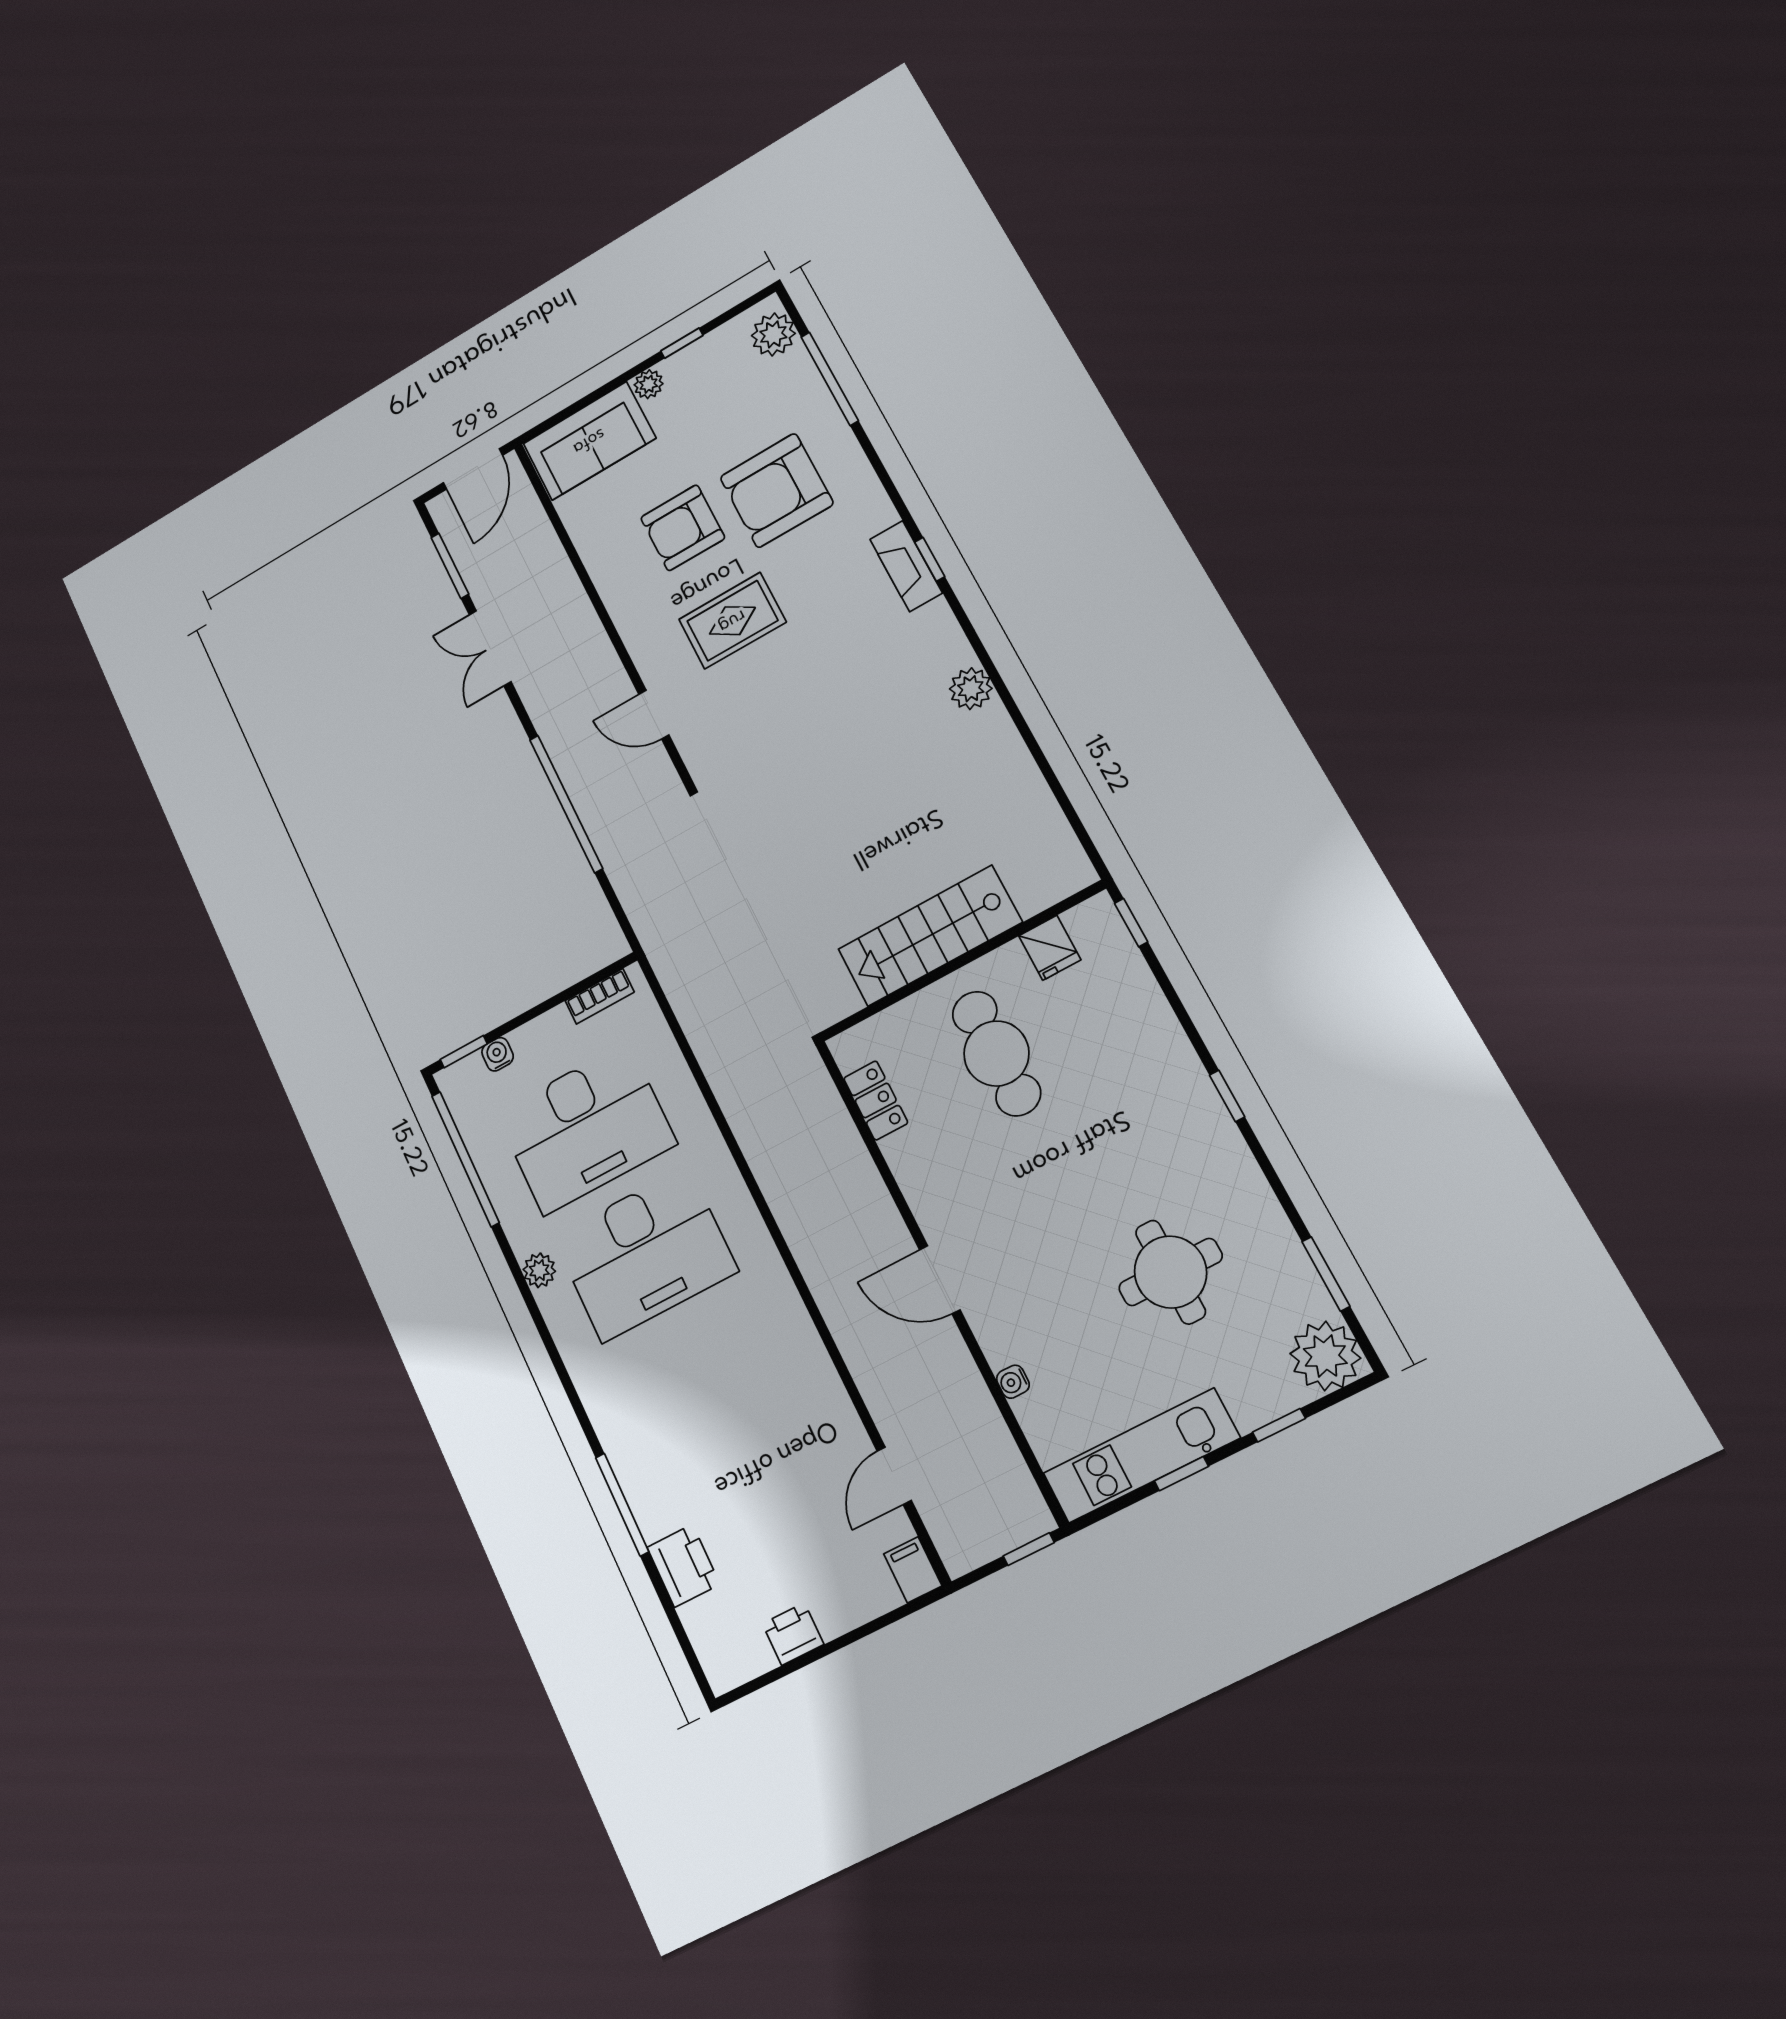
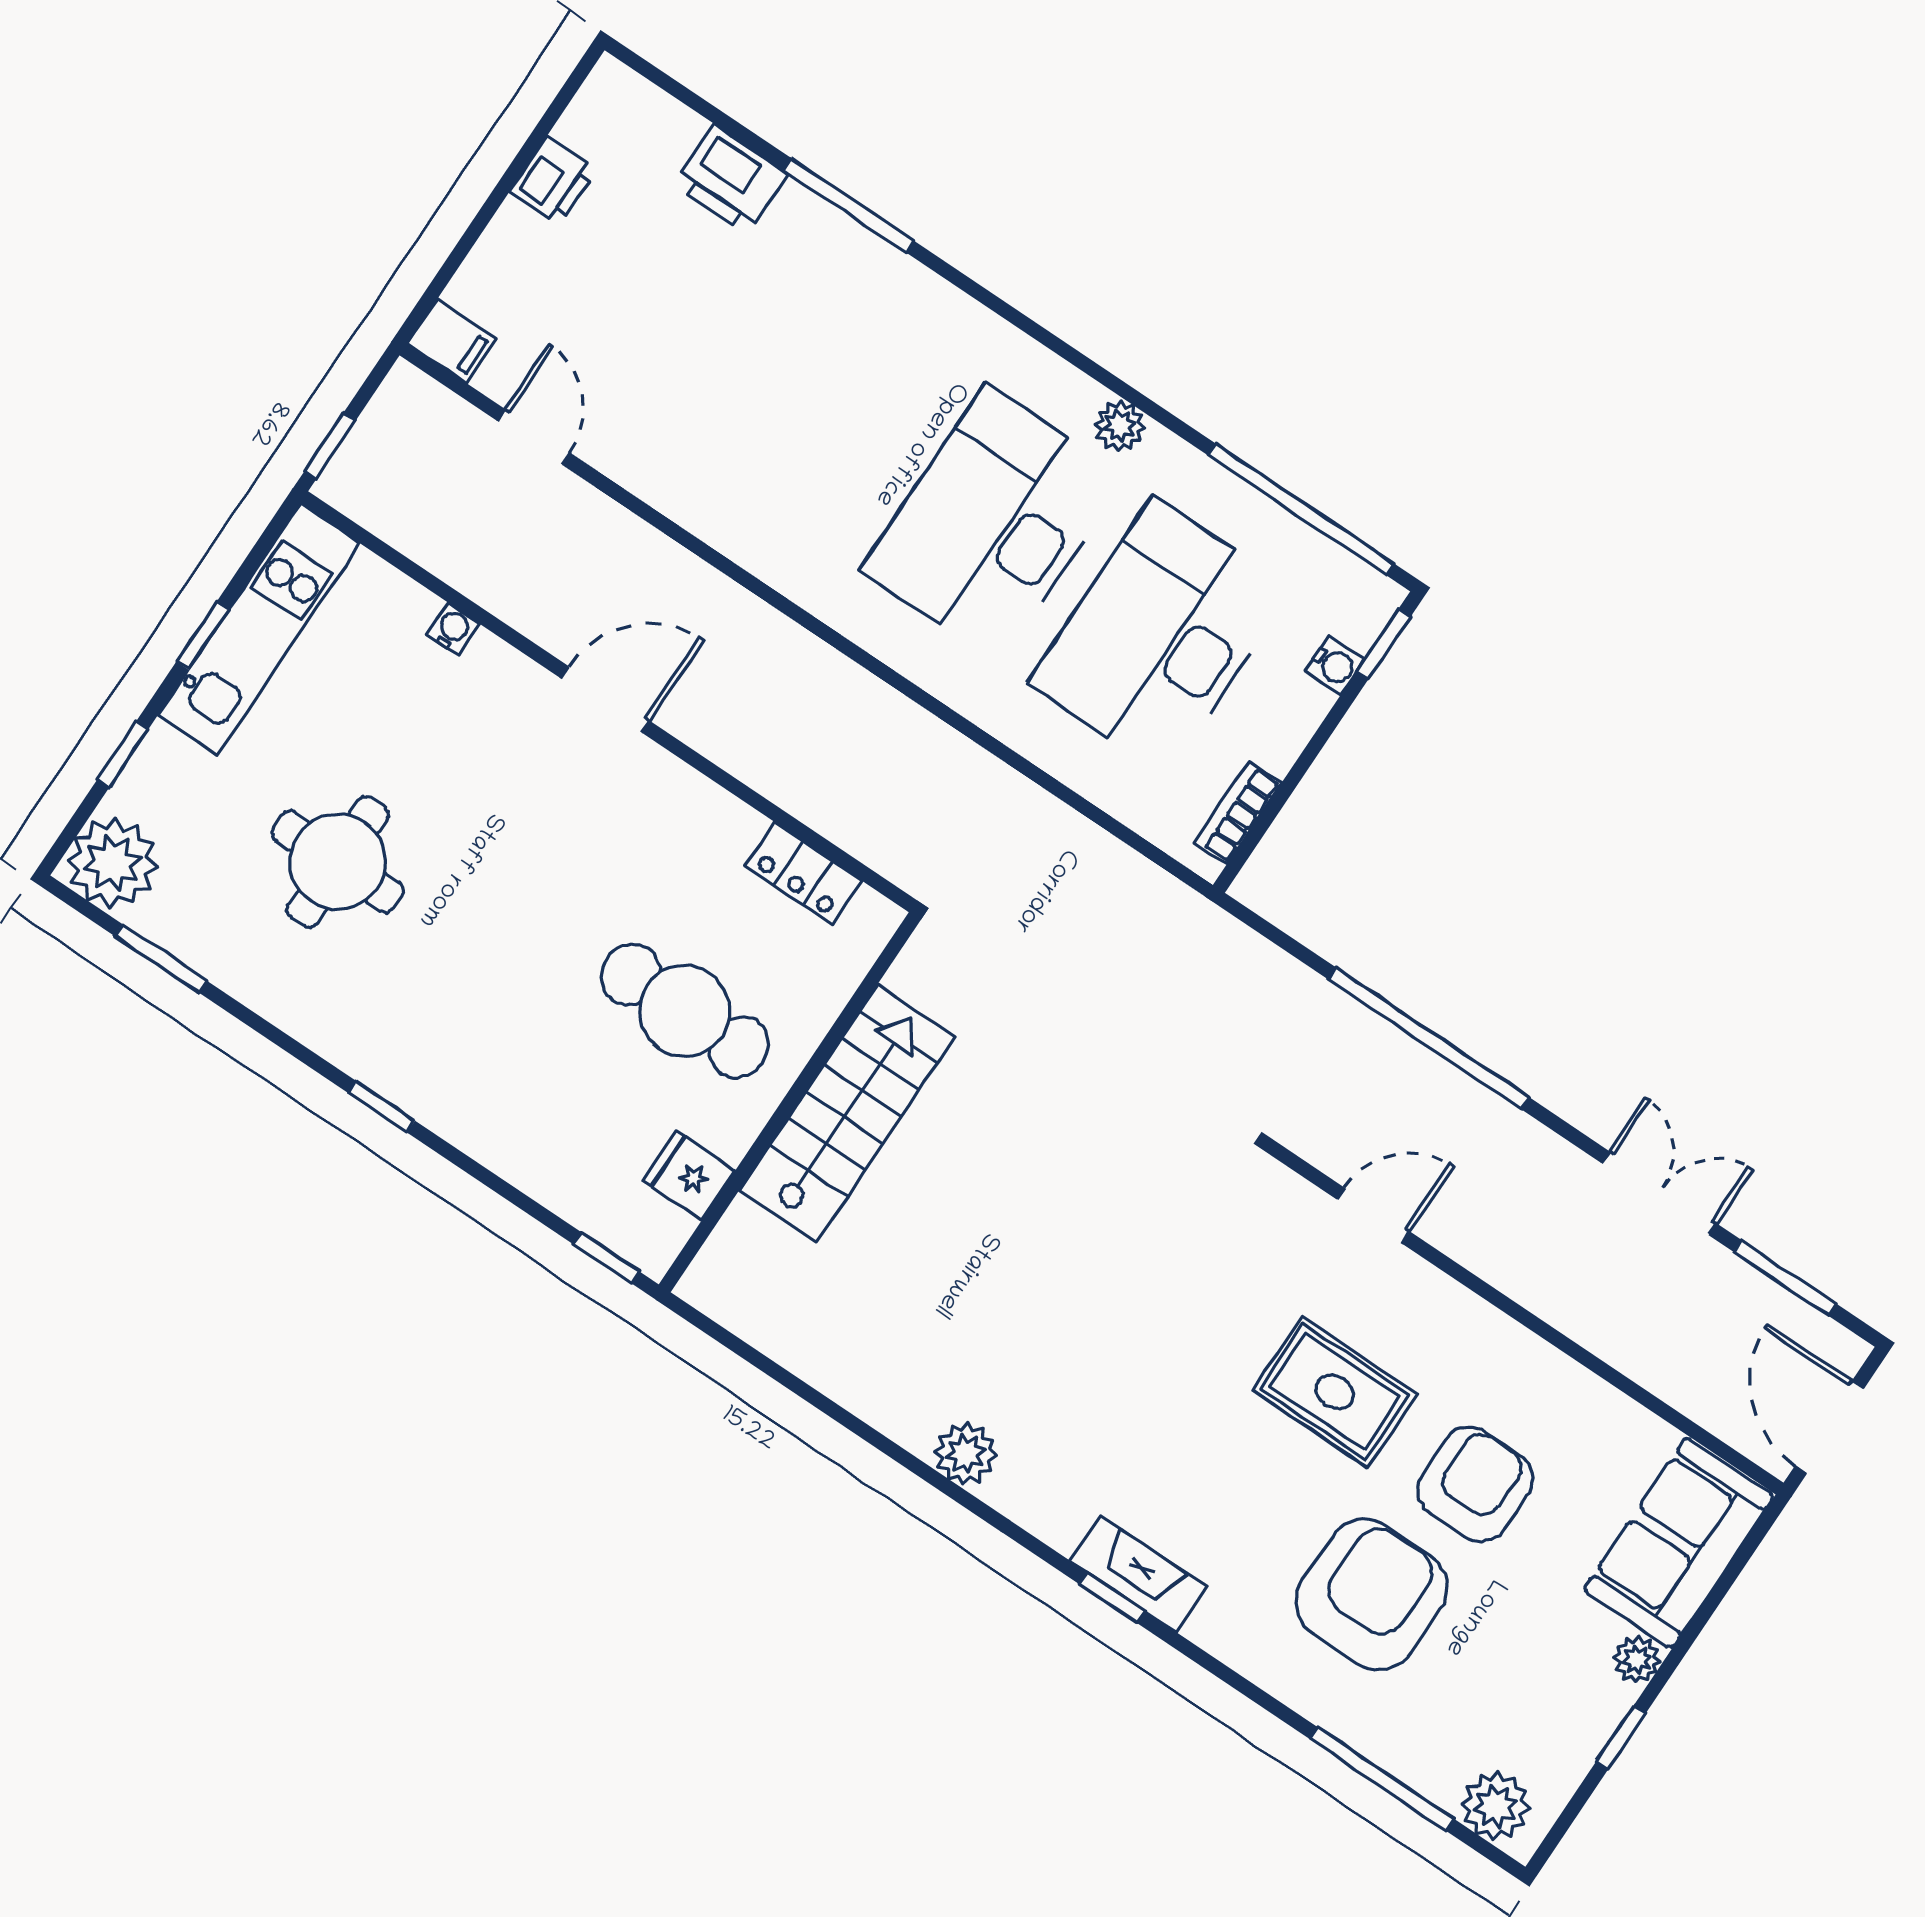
rug: (732, 621) -> (1335, 1392), turned 90

